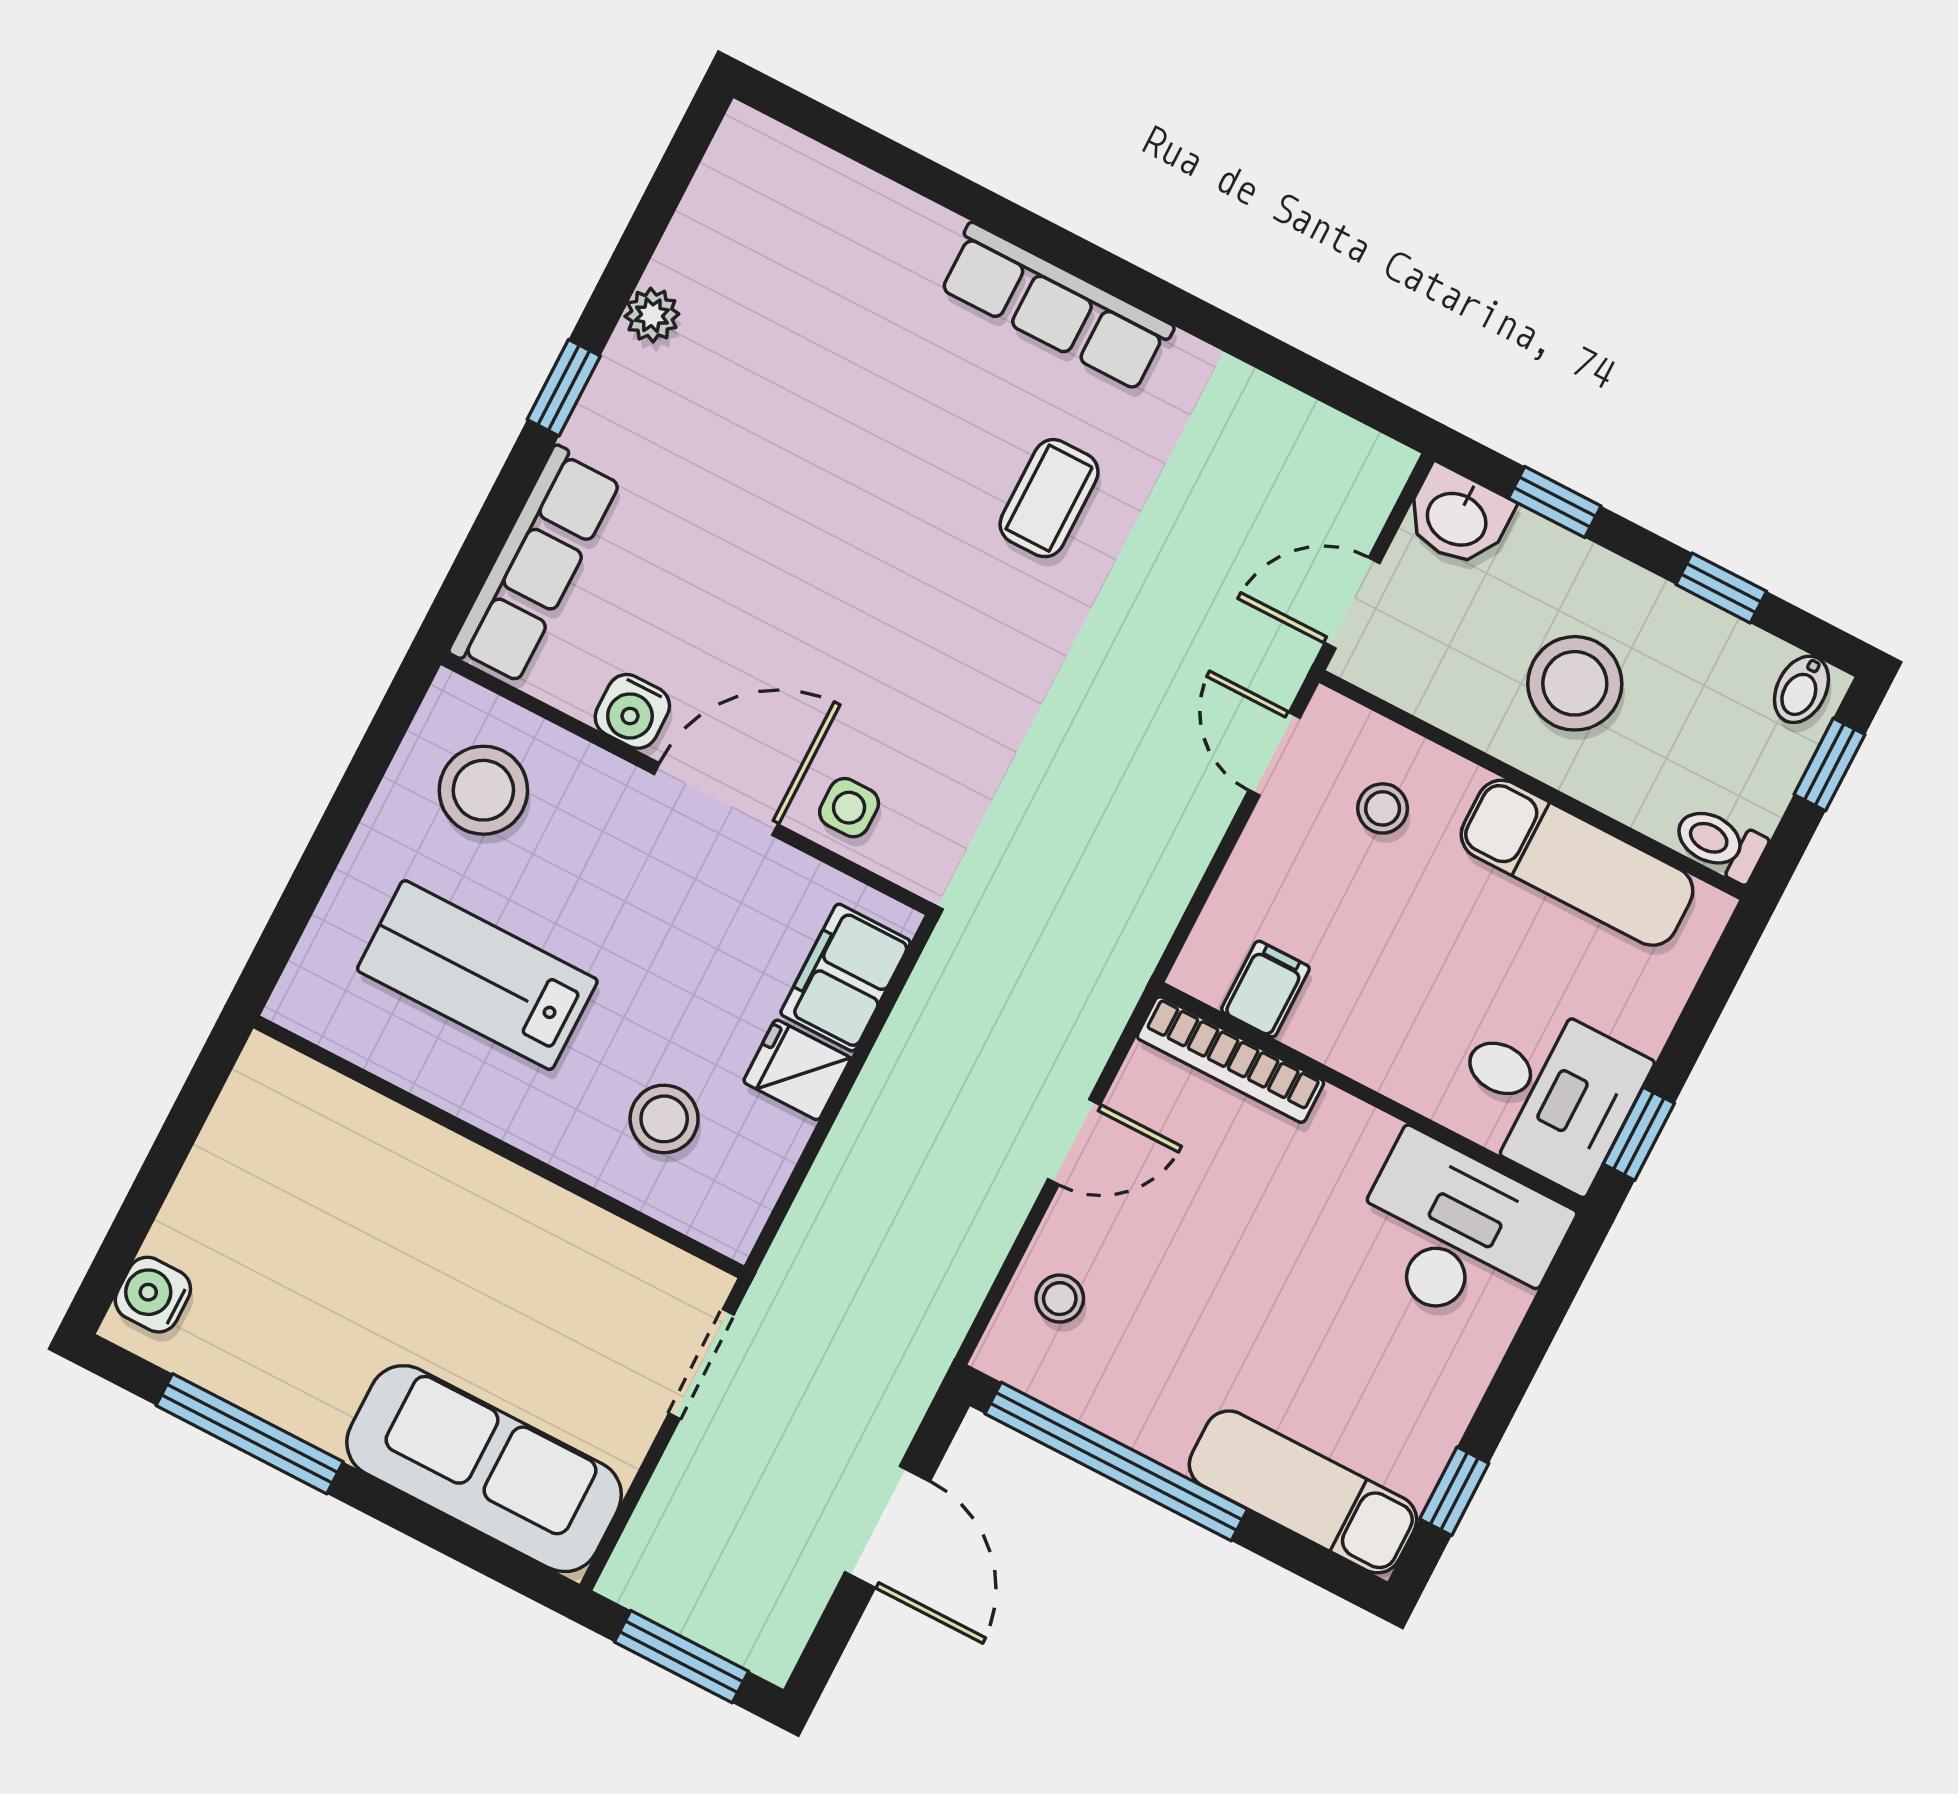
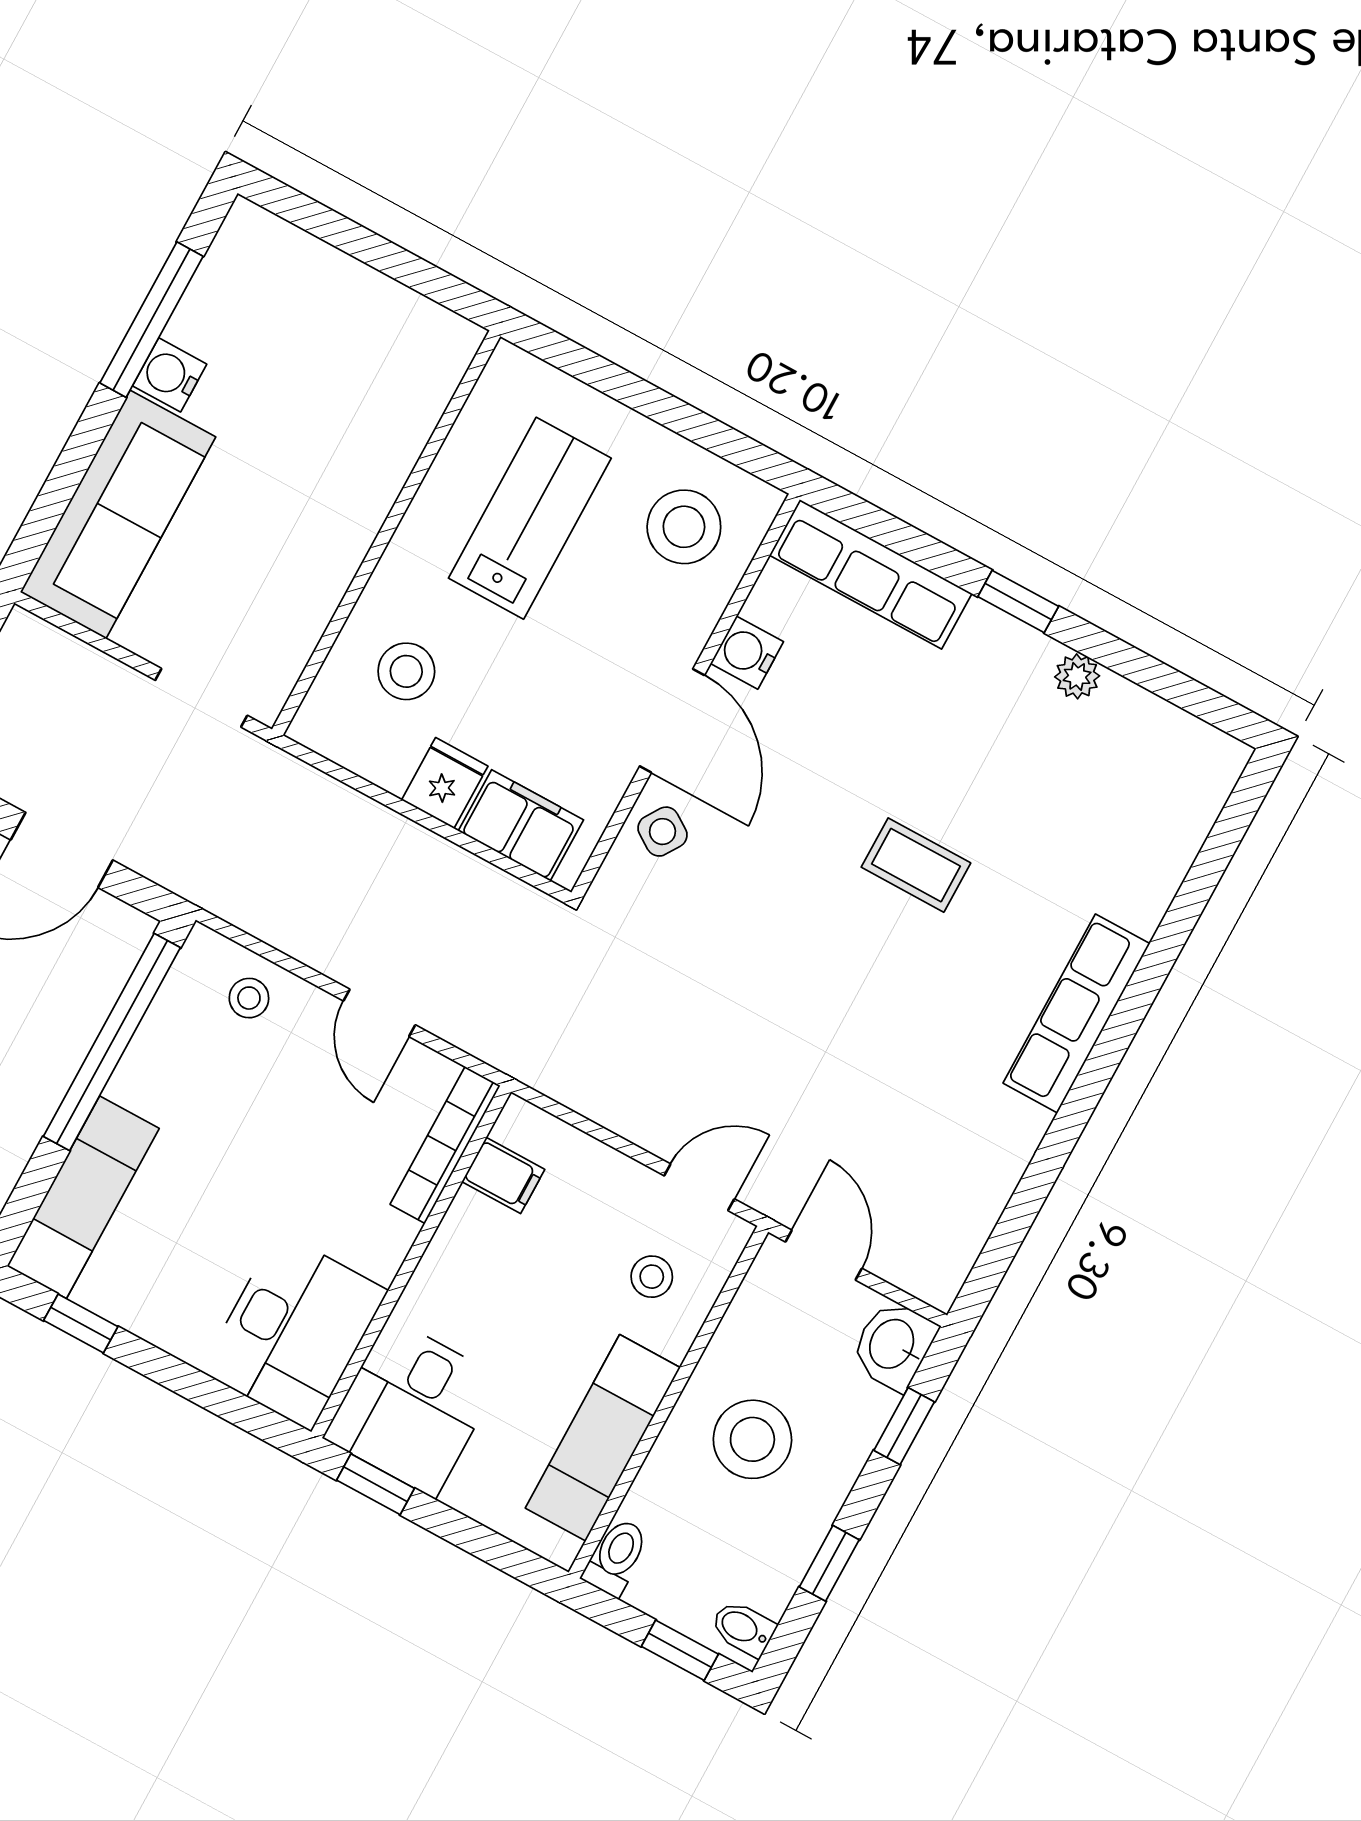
coffee table: (1049, 498) -> (916, 865), moved
side table: (849, 808) -> (662, 832), turned 33
water cooler: (153, 1295) -> (170, 375), moved, turned -90

